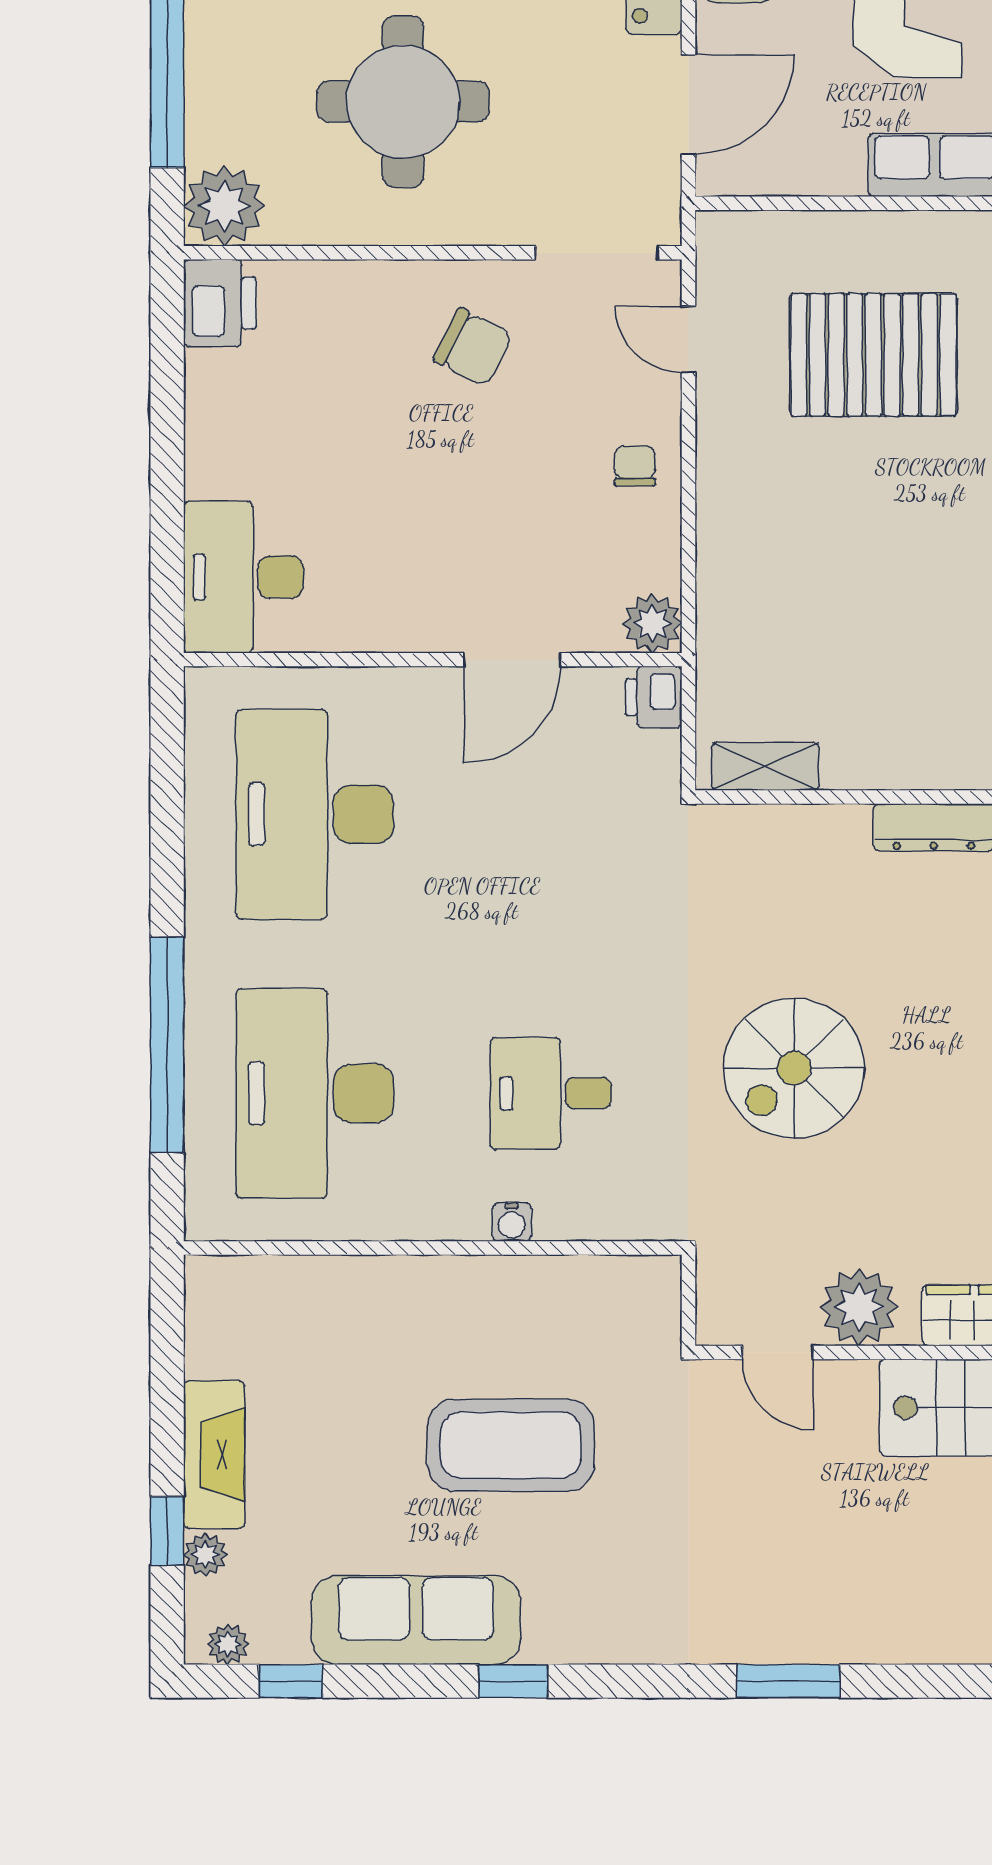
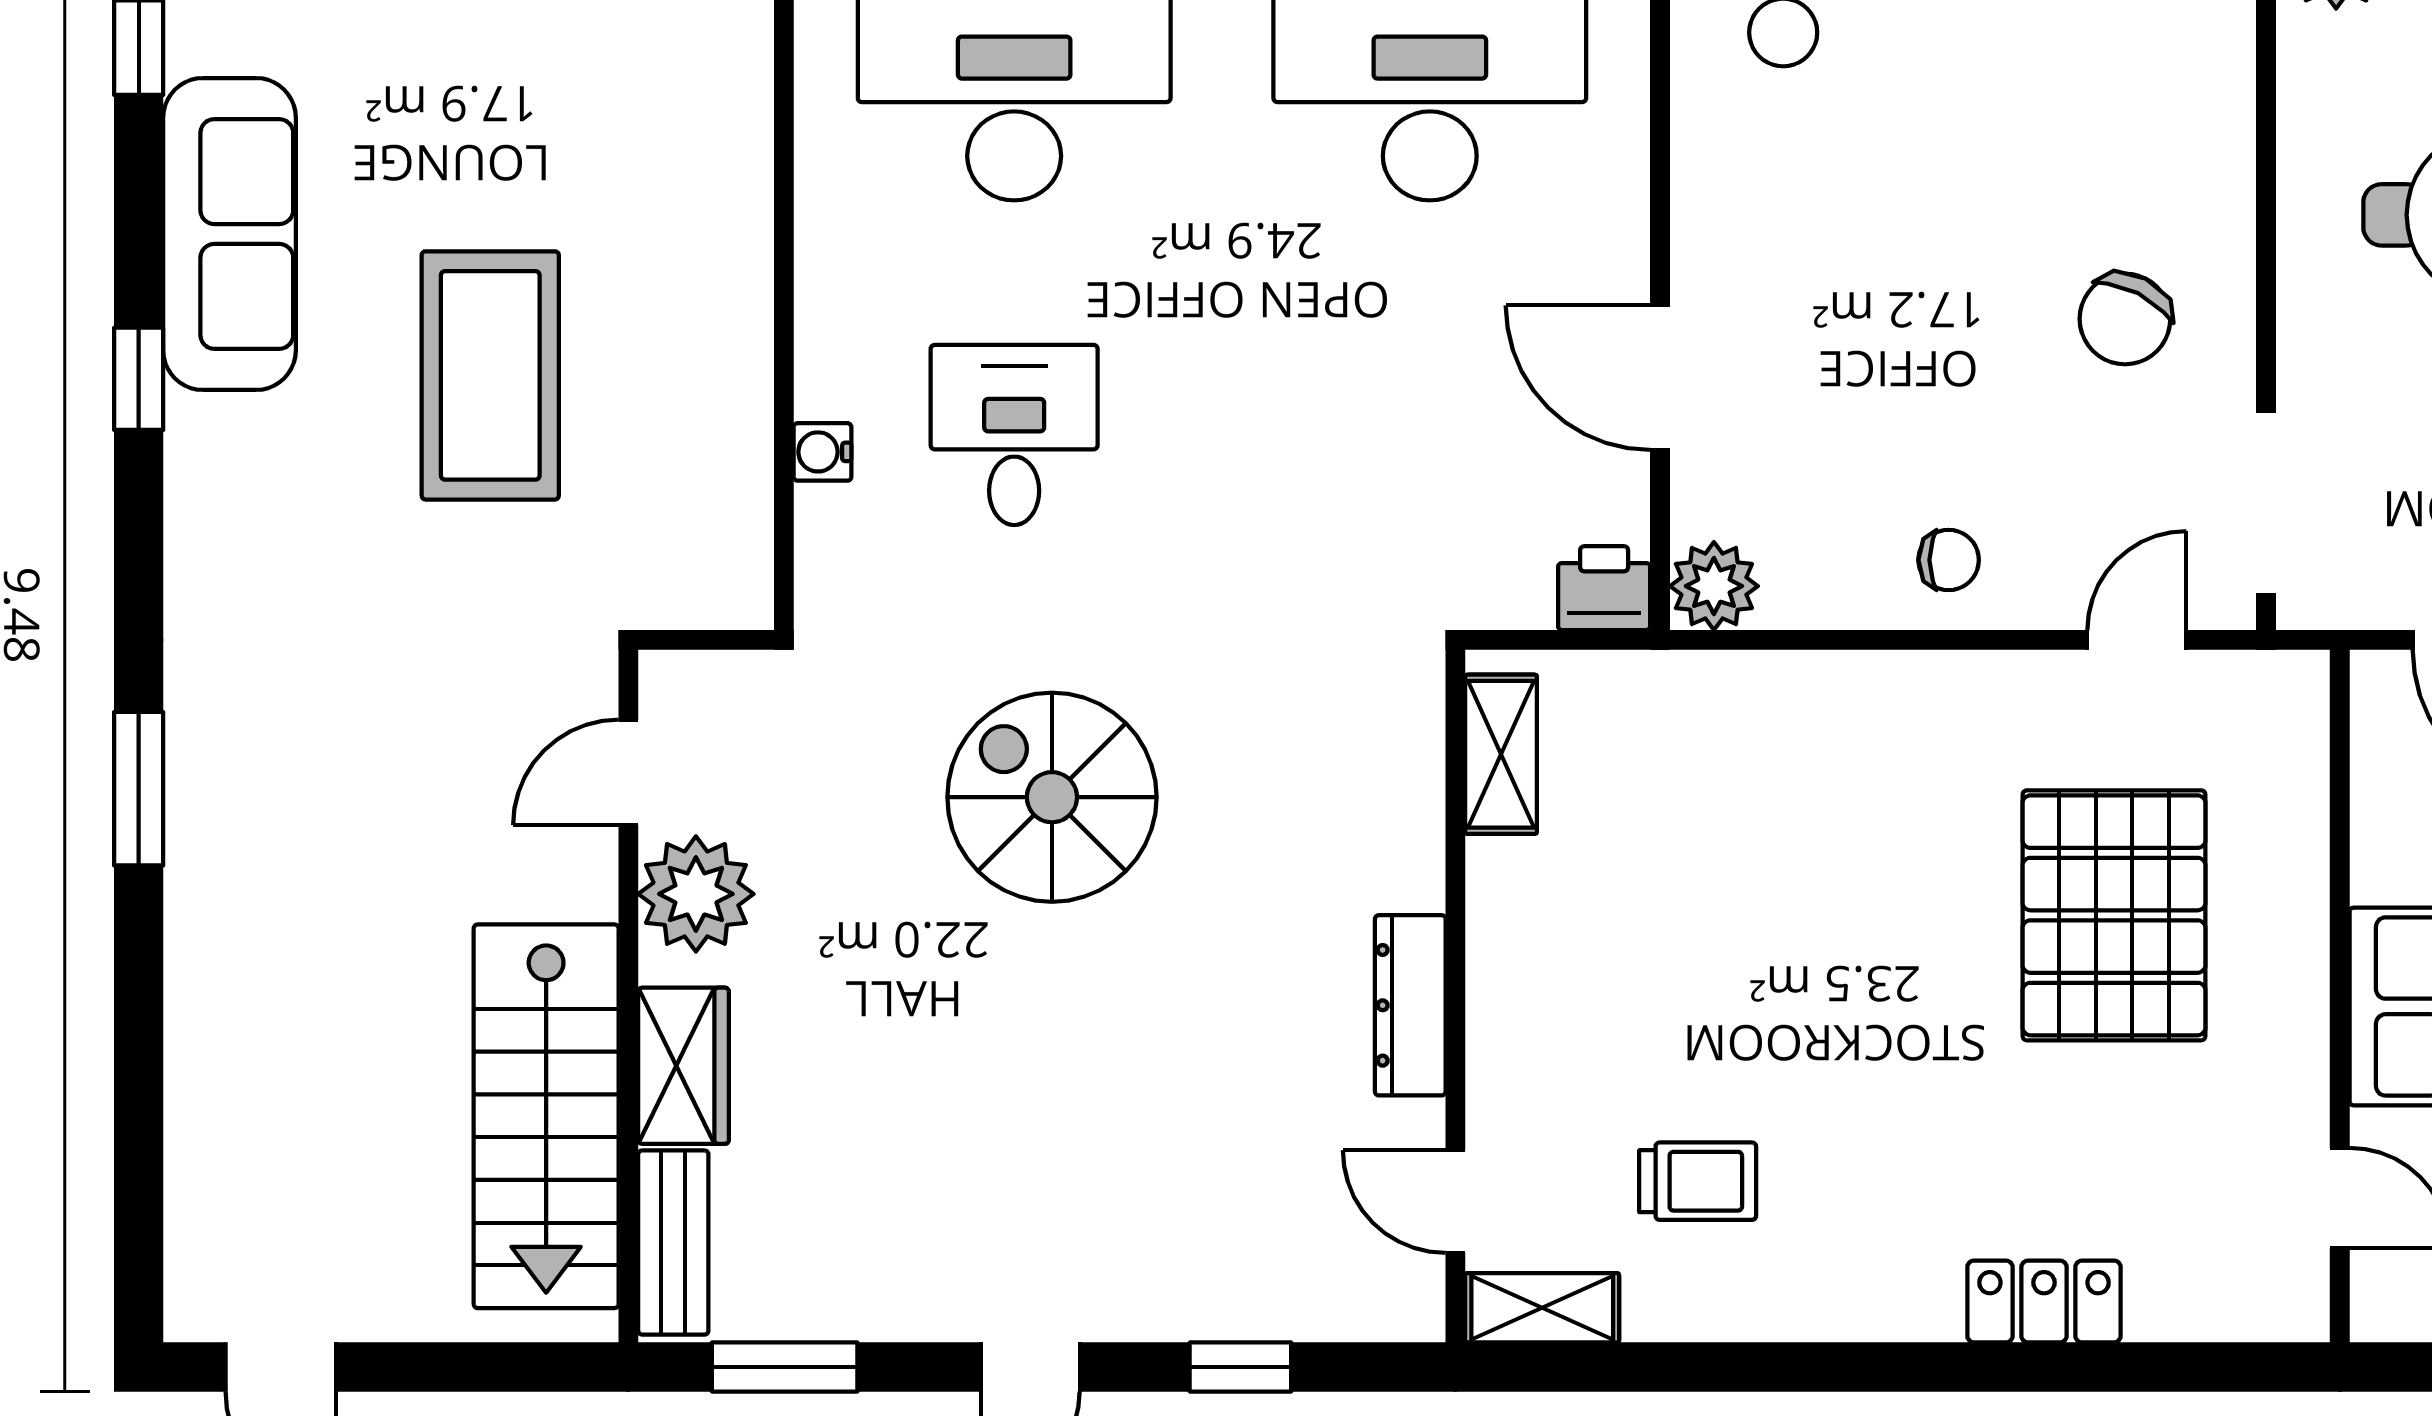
water cooler: (512, 1222) -> (823, 452), moved

